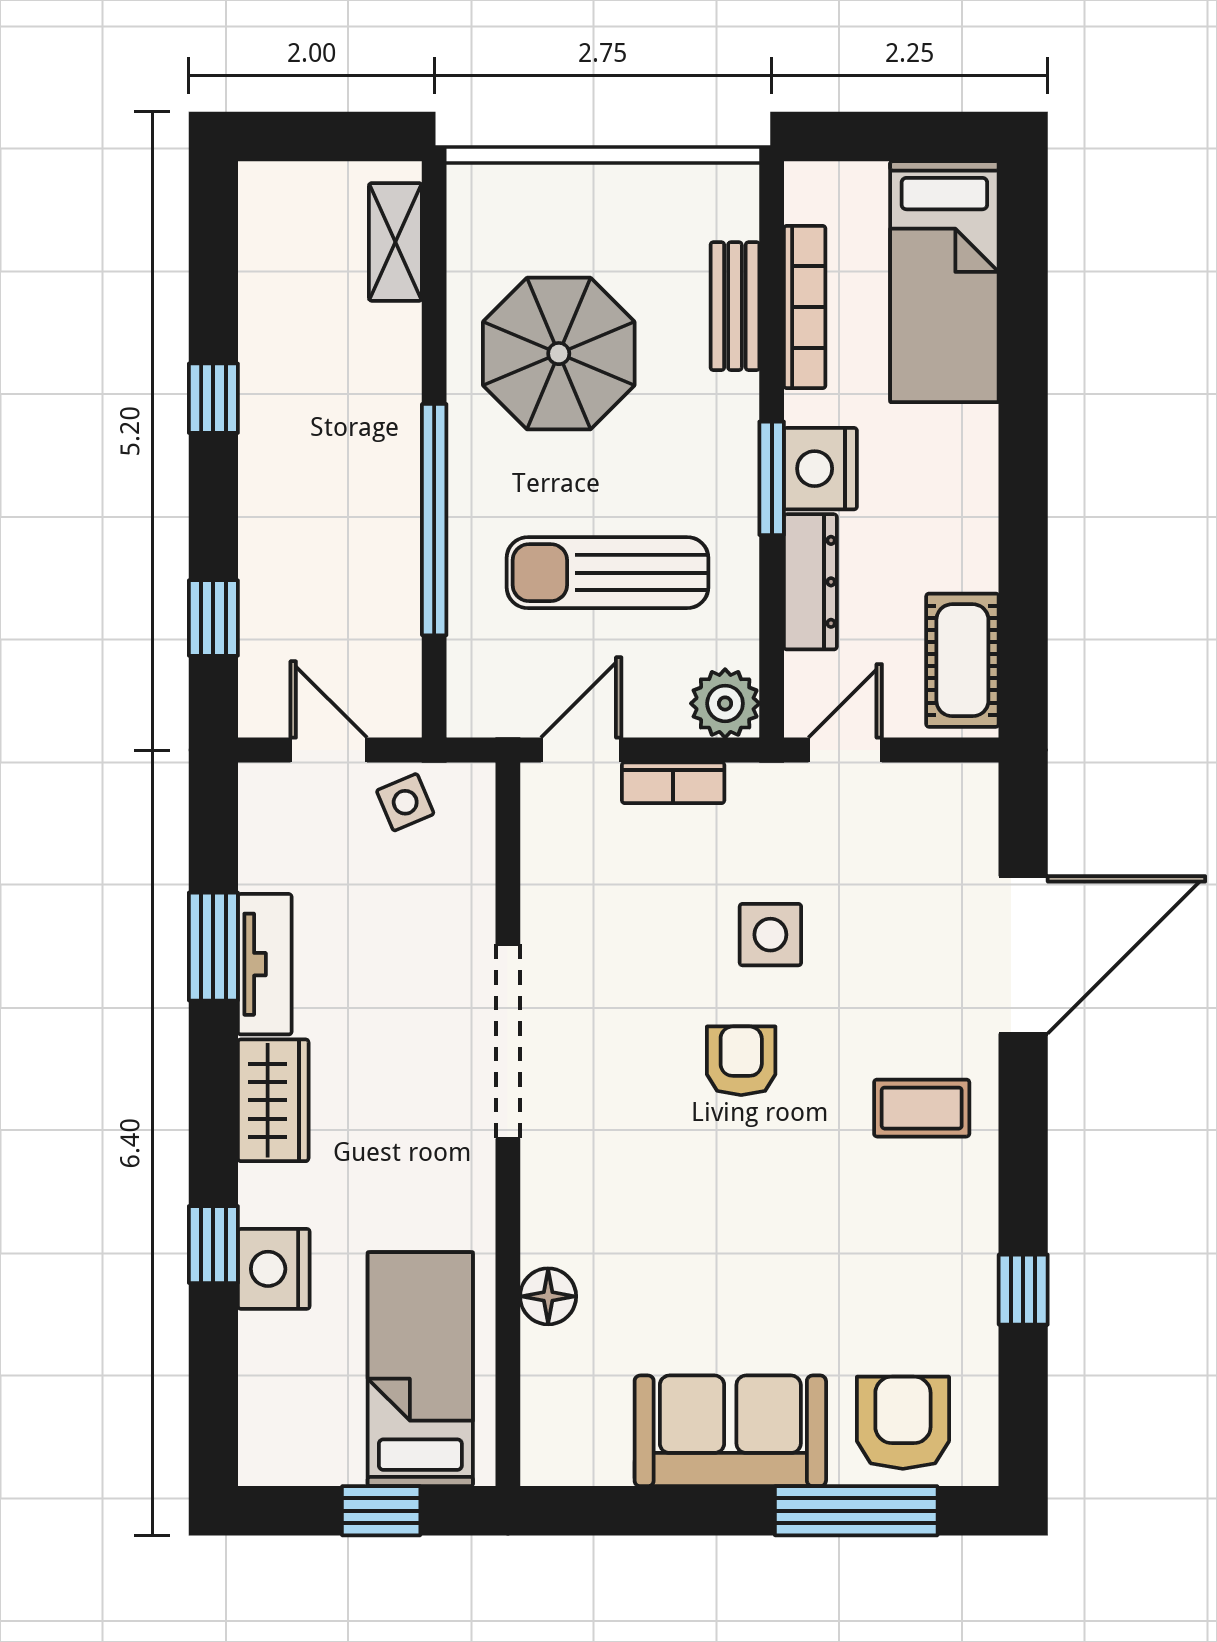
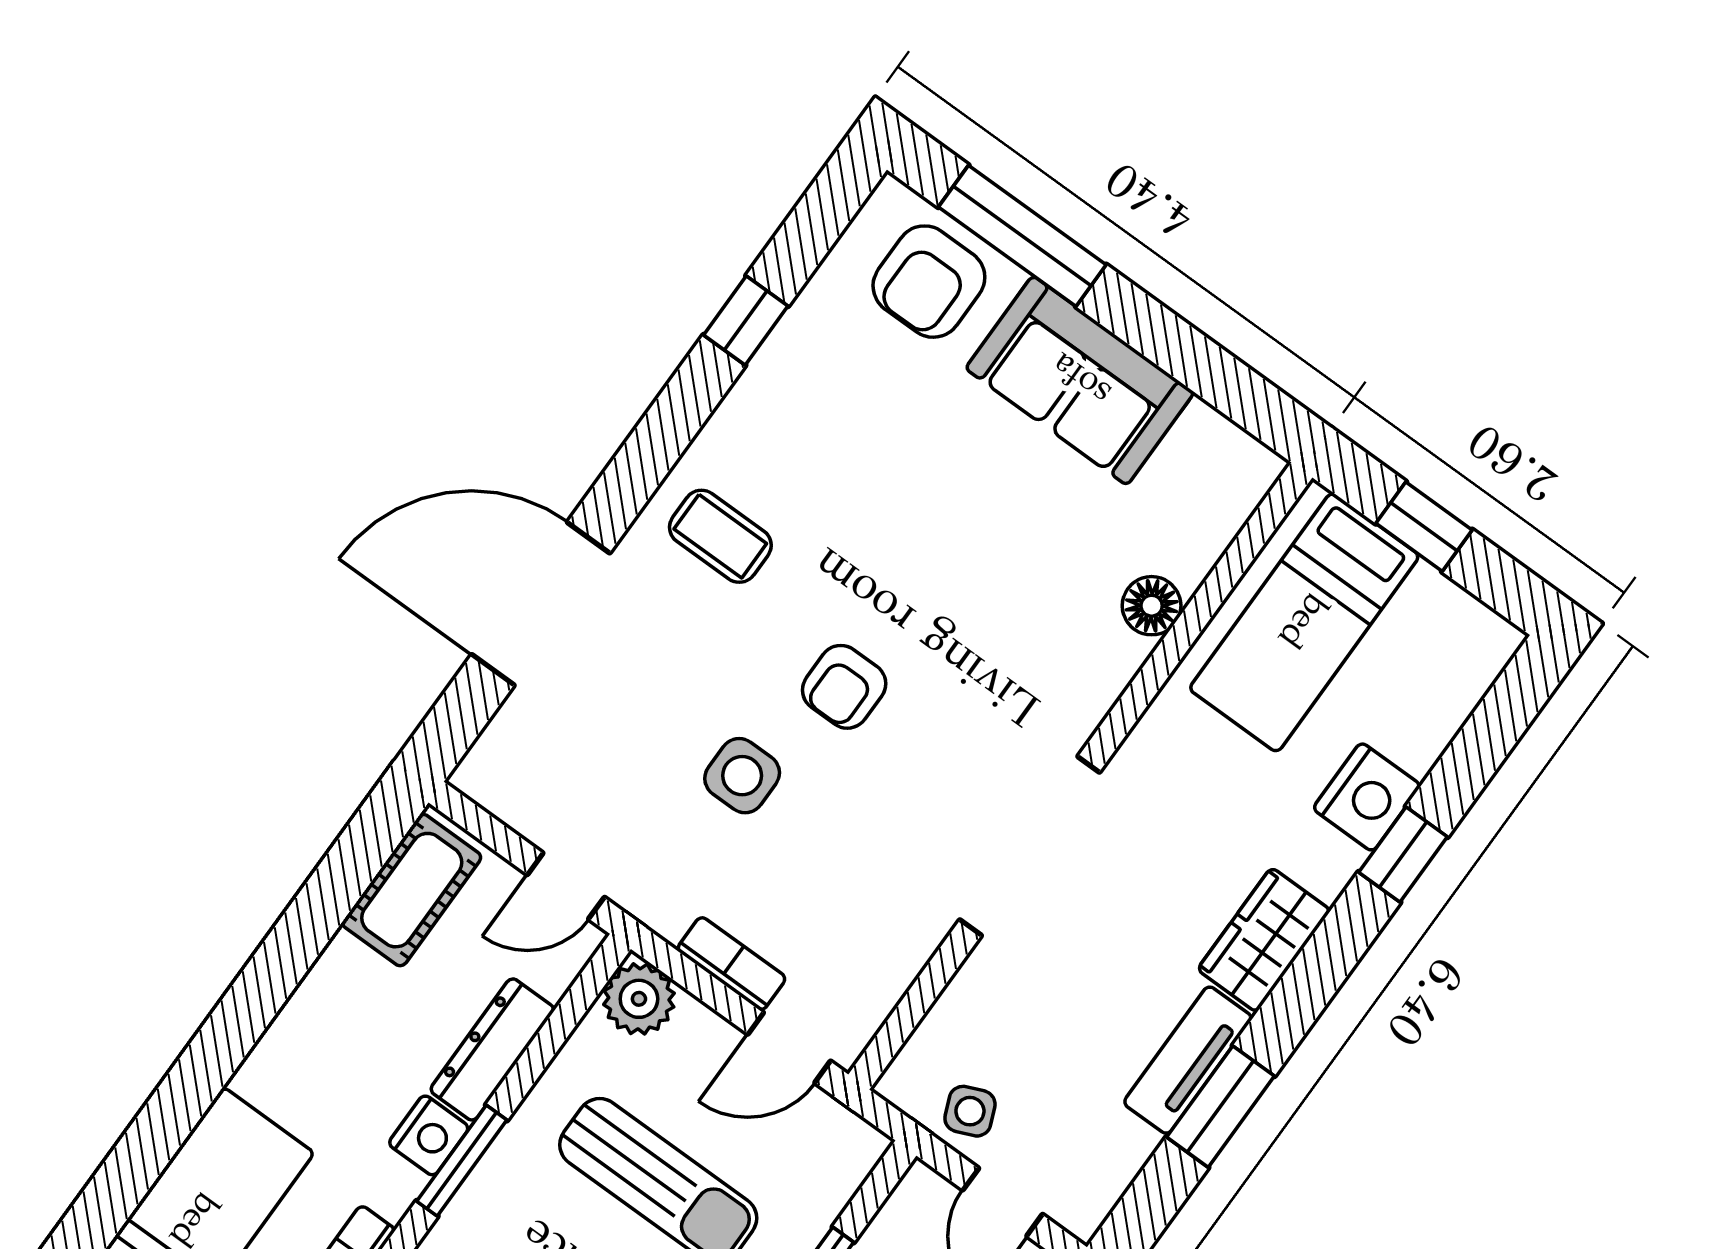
nightstand: (820, 469) -> (429, 1135), width x0.74, depth x0.75

